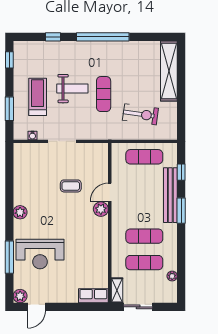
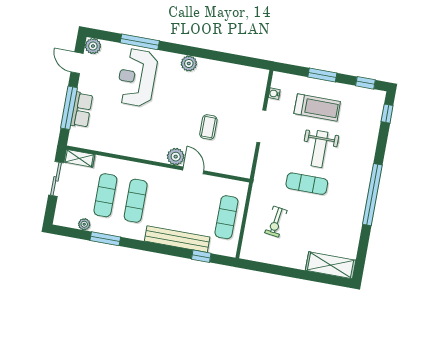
window: (53, 37) -> (387, 114), moved
shelving: (169, 71) -> (331, 265), width x0.68
window: (9, 109) -> (322, 75), moved
exercise bike: (140, 114) -> (276, 222), width x0.73, depth x0.72
window: (181, 211) -> (105, 239), moved
row of seats: (93, 296) -> (82, 110), moved
window: (76, 307) -> (69, 108), added

